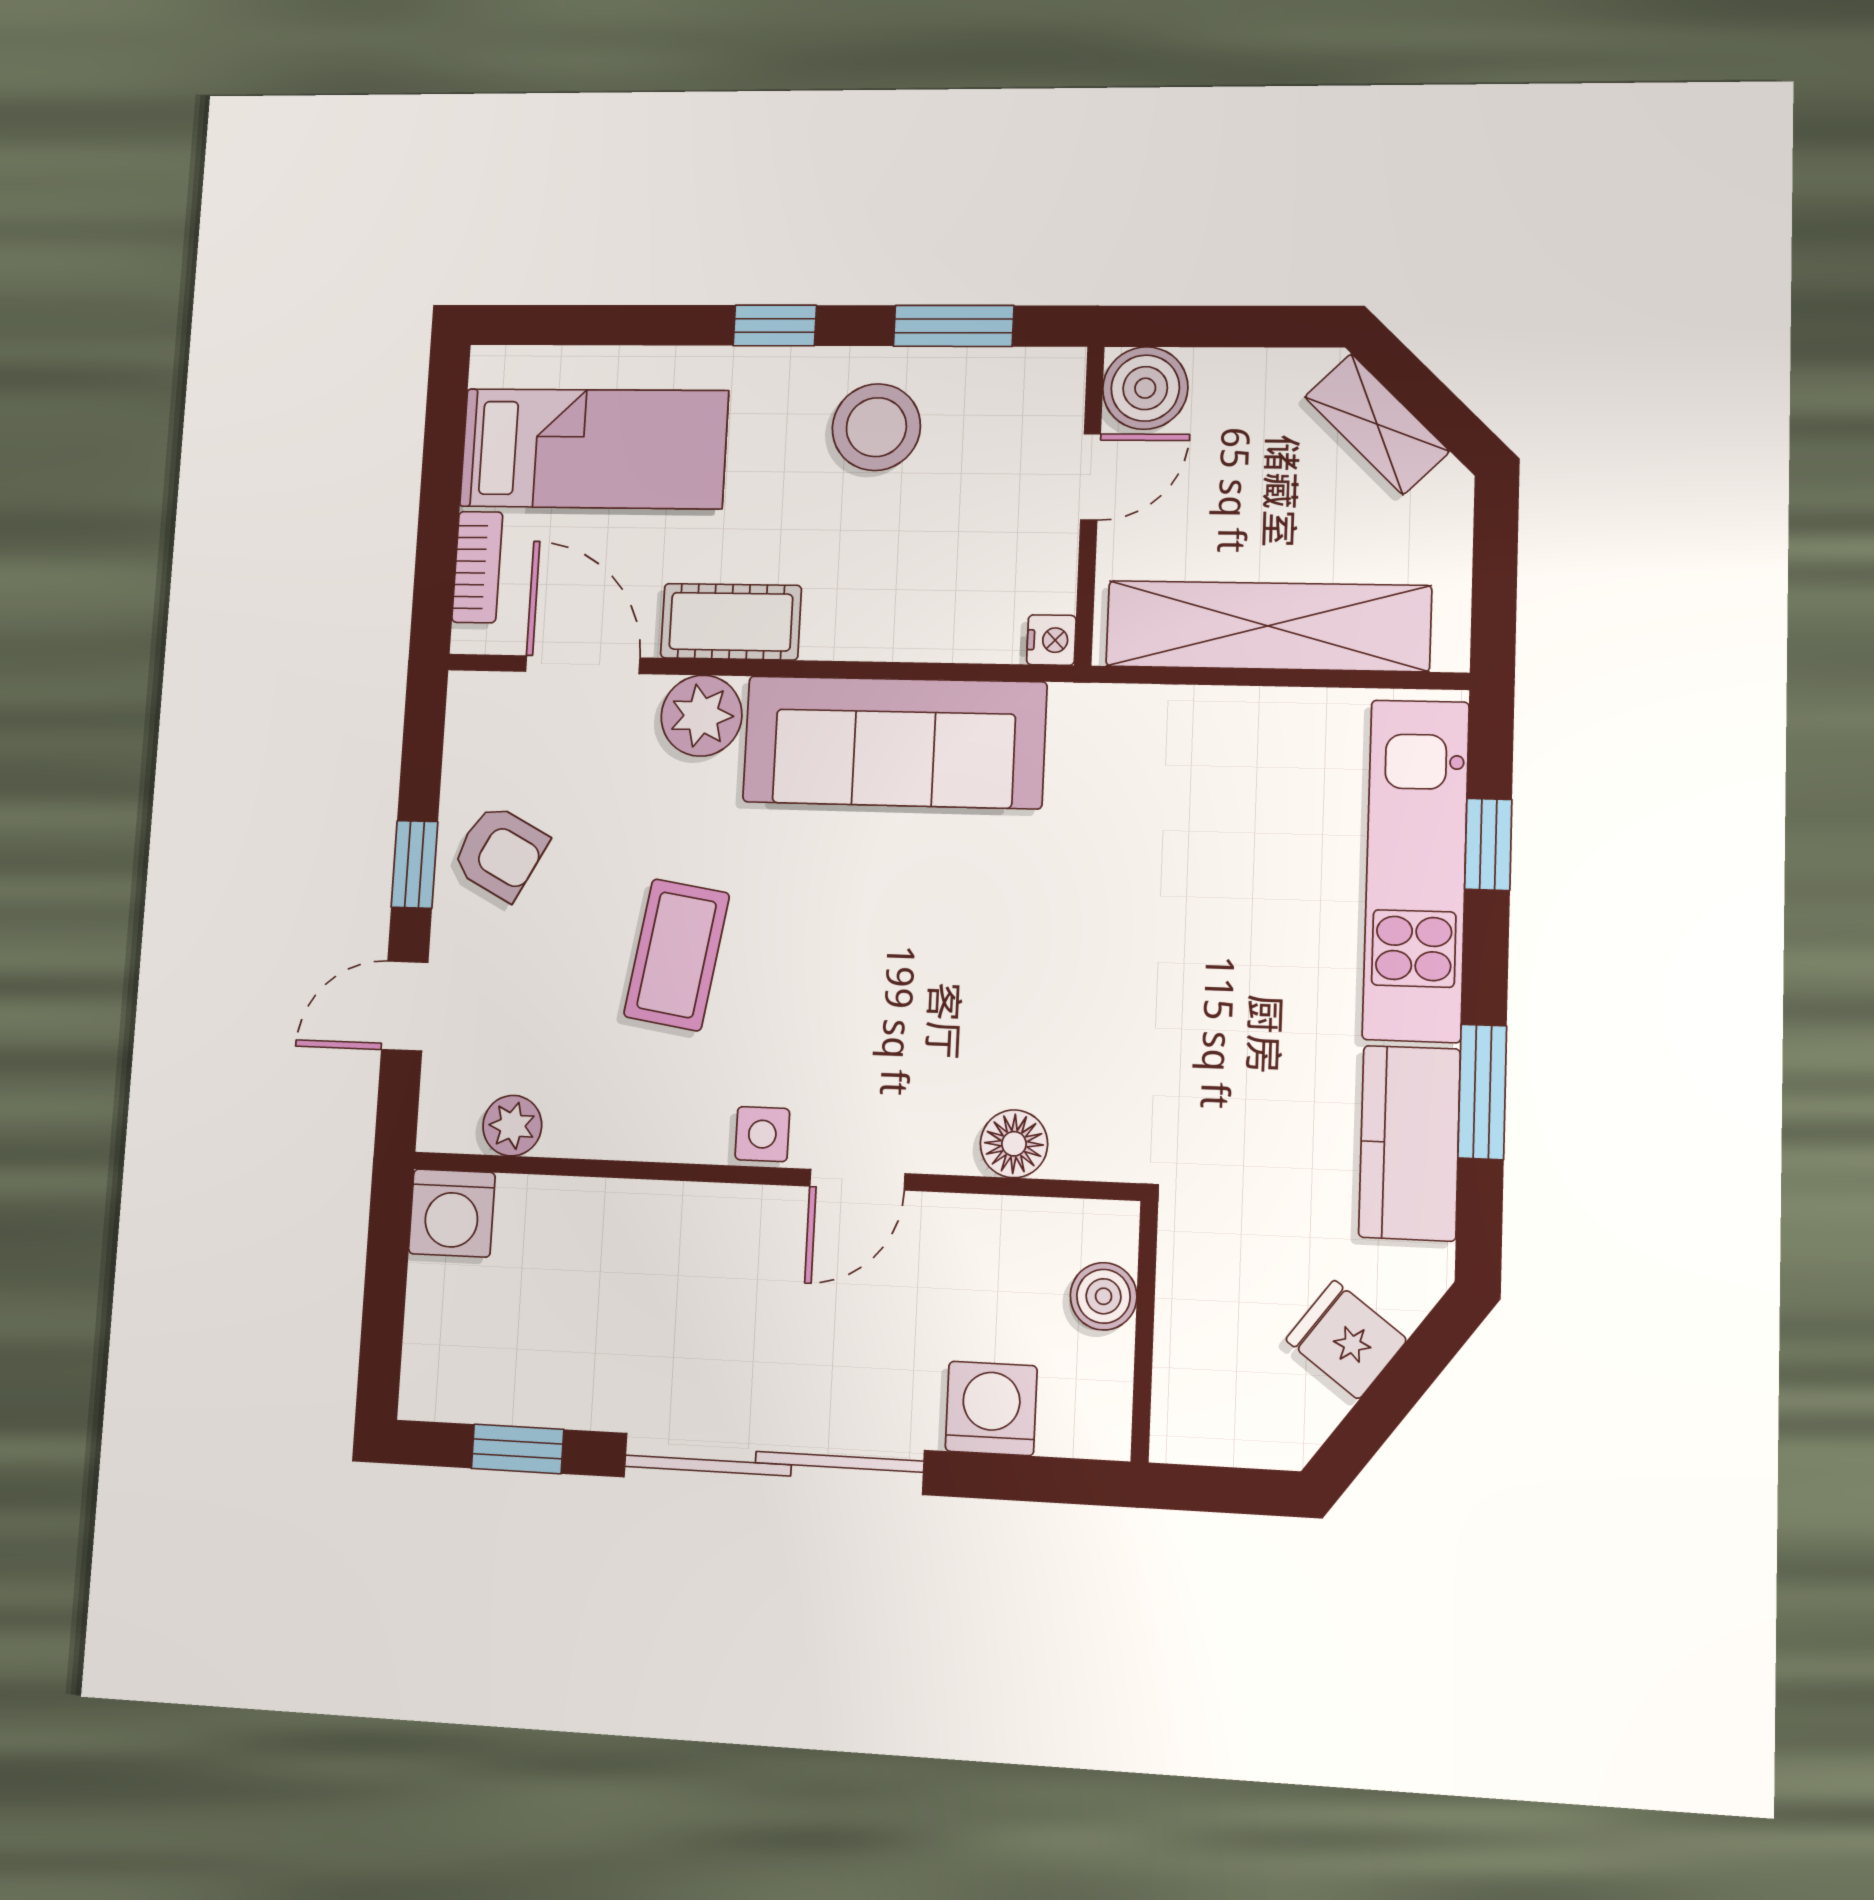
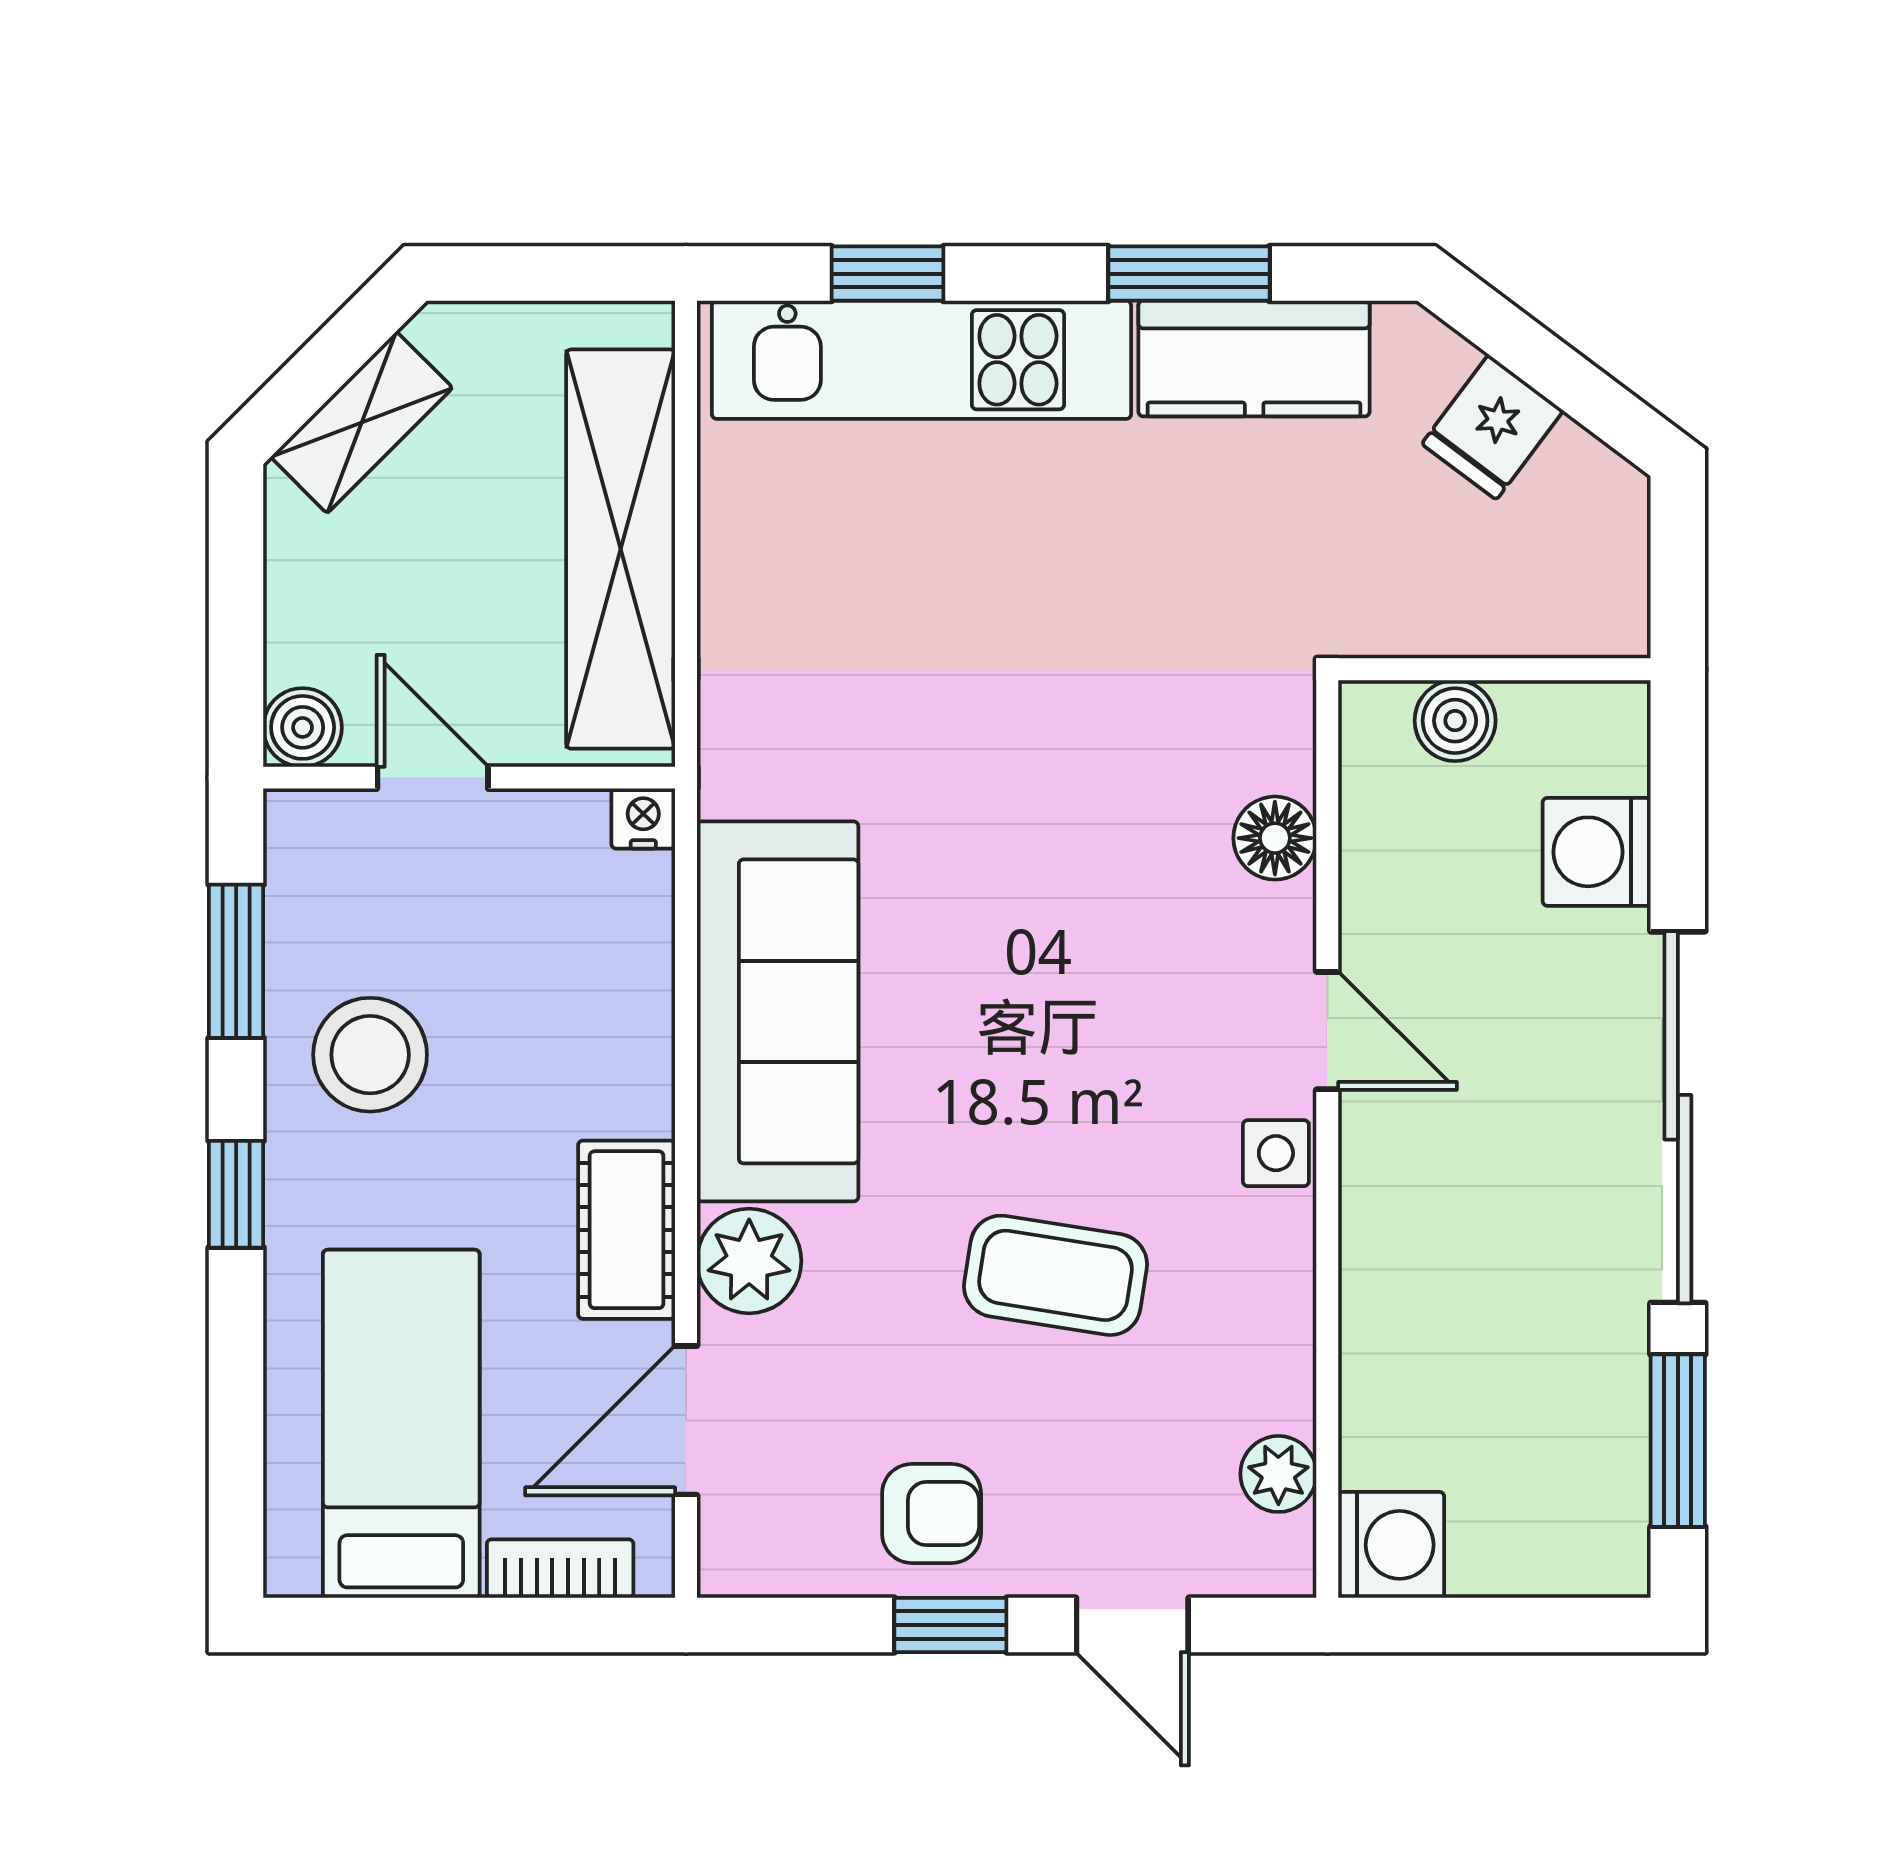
boiler: (1145, 388) -> (303, 727), width x0.73, depth x0.73
armchair: (500, 852) -> (932, 1514), turned 62
window: (518, 1449) -> (1678, 1441), width x1.50

